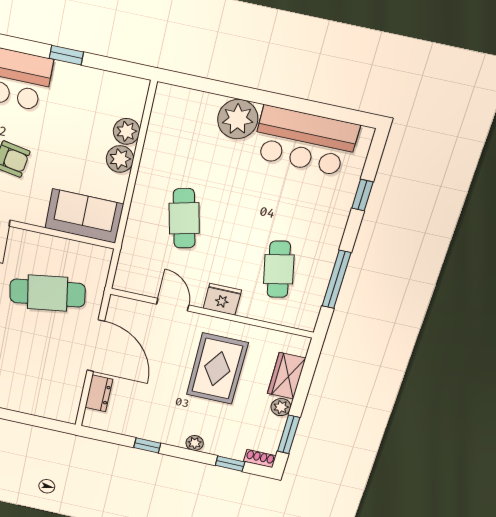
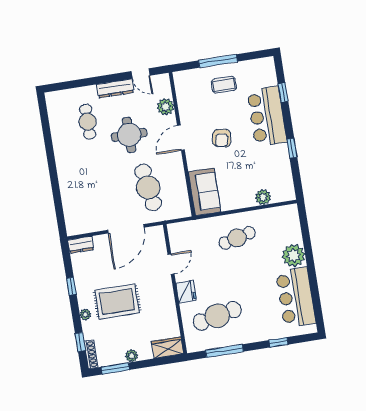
plant: (120, 159) -> (246, 200), removed
cafe table: (184, 218) -> (237, 238), moved
cafe table: (279, 269) -> (217, 316), width x1.37, depth x1.35
rug: (217, 369) -> (117, 302), moved
wardrobe: (287, 376) -> (167, 348), moved
dresser: (99, 393) -> (81, 245), moved
shoe rack: (260, 459) -> (91, 354), width x1.43

